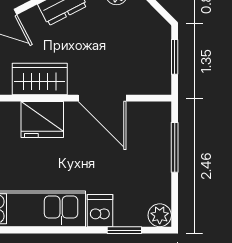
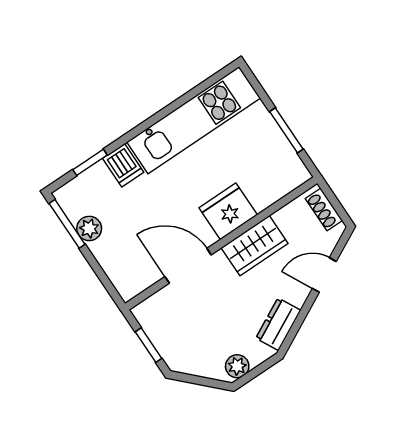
window: (175, 147) -> (67, 224), moved
plant: (160, 215) -> (89, 228), moved

